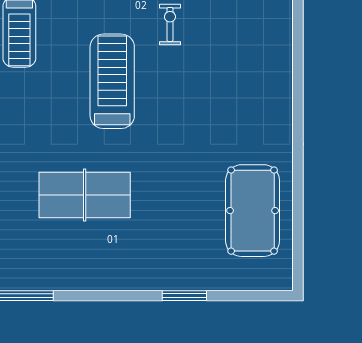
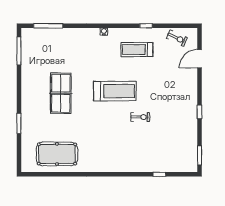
table tennis table: (85, 195) -> (61, 93), moved

